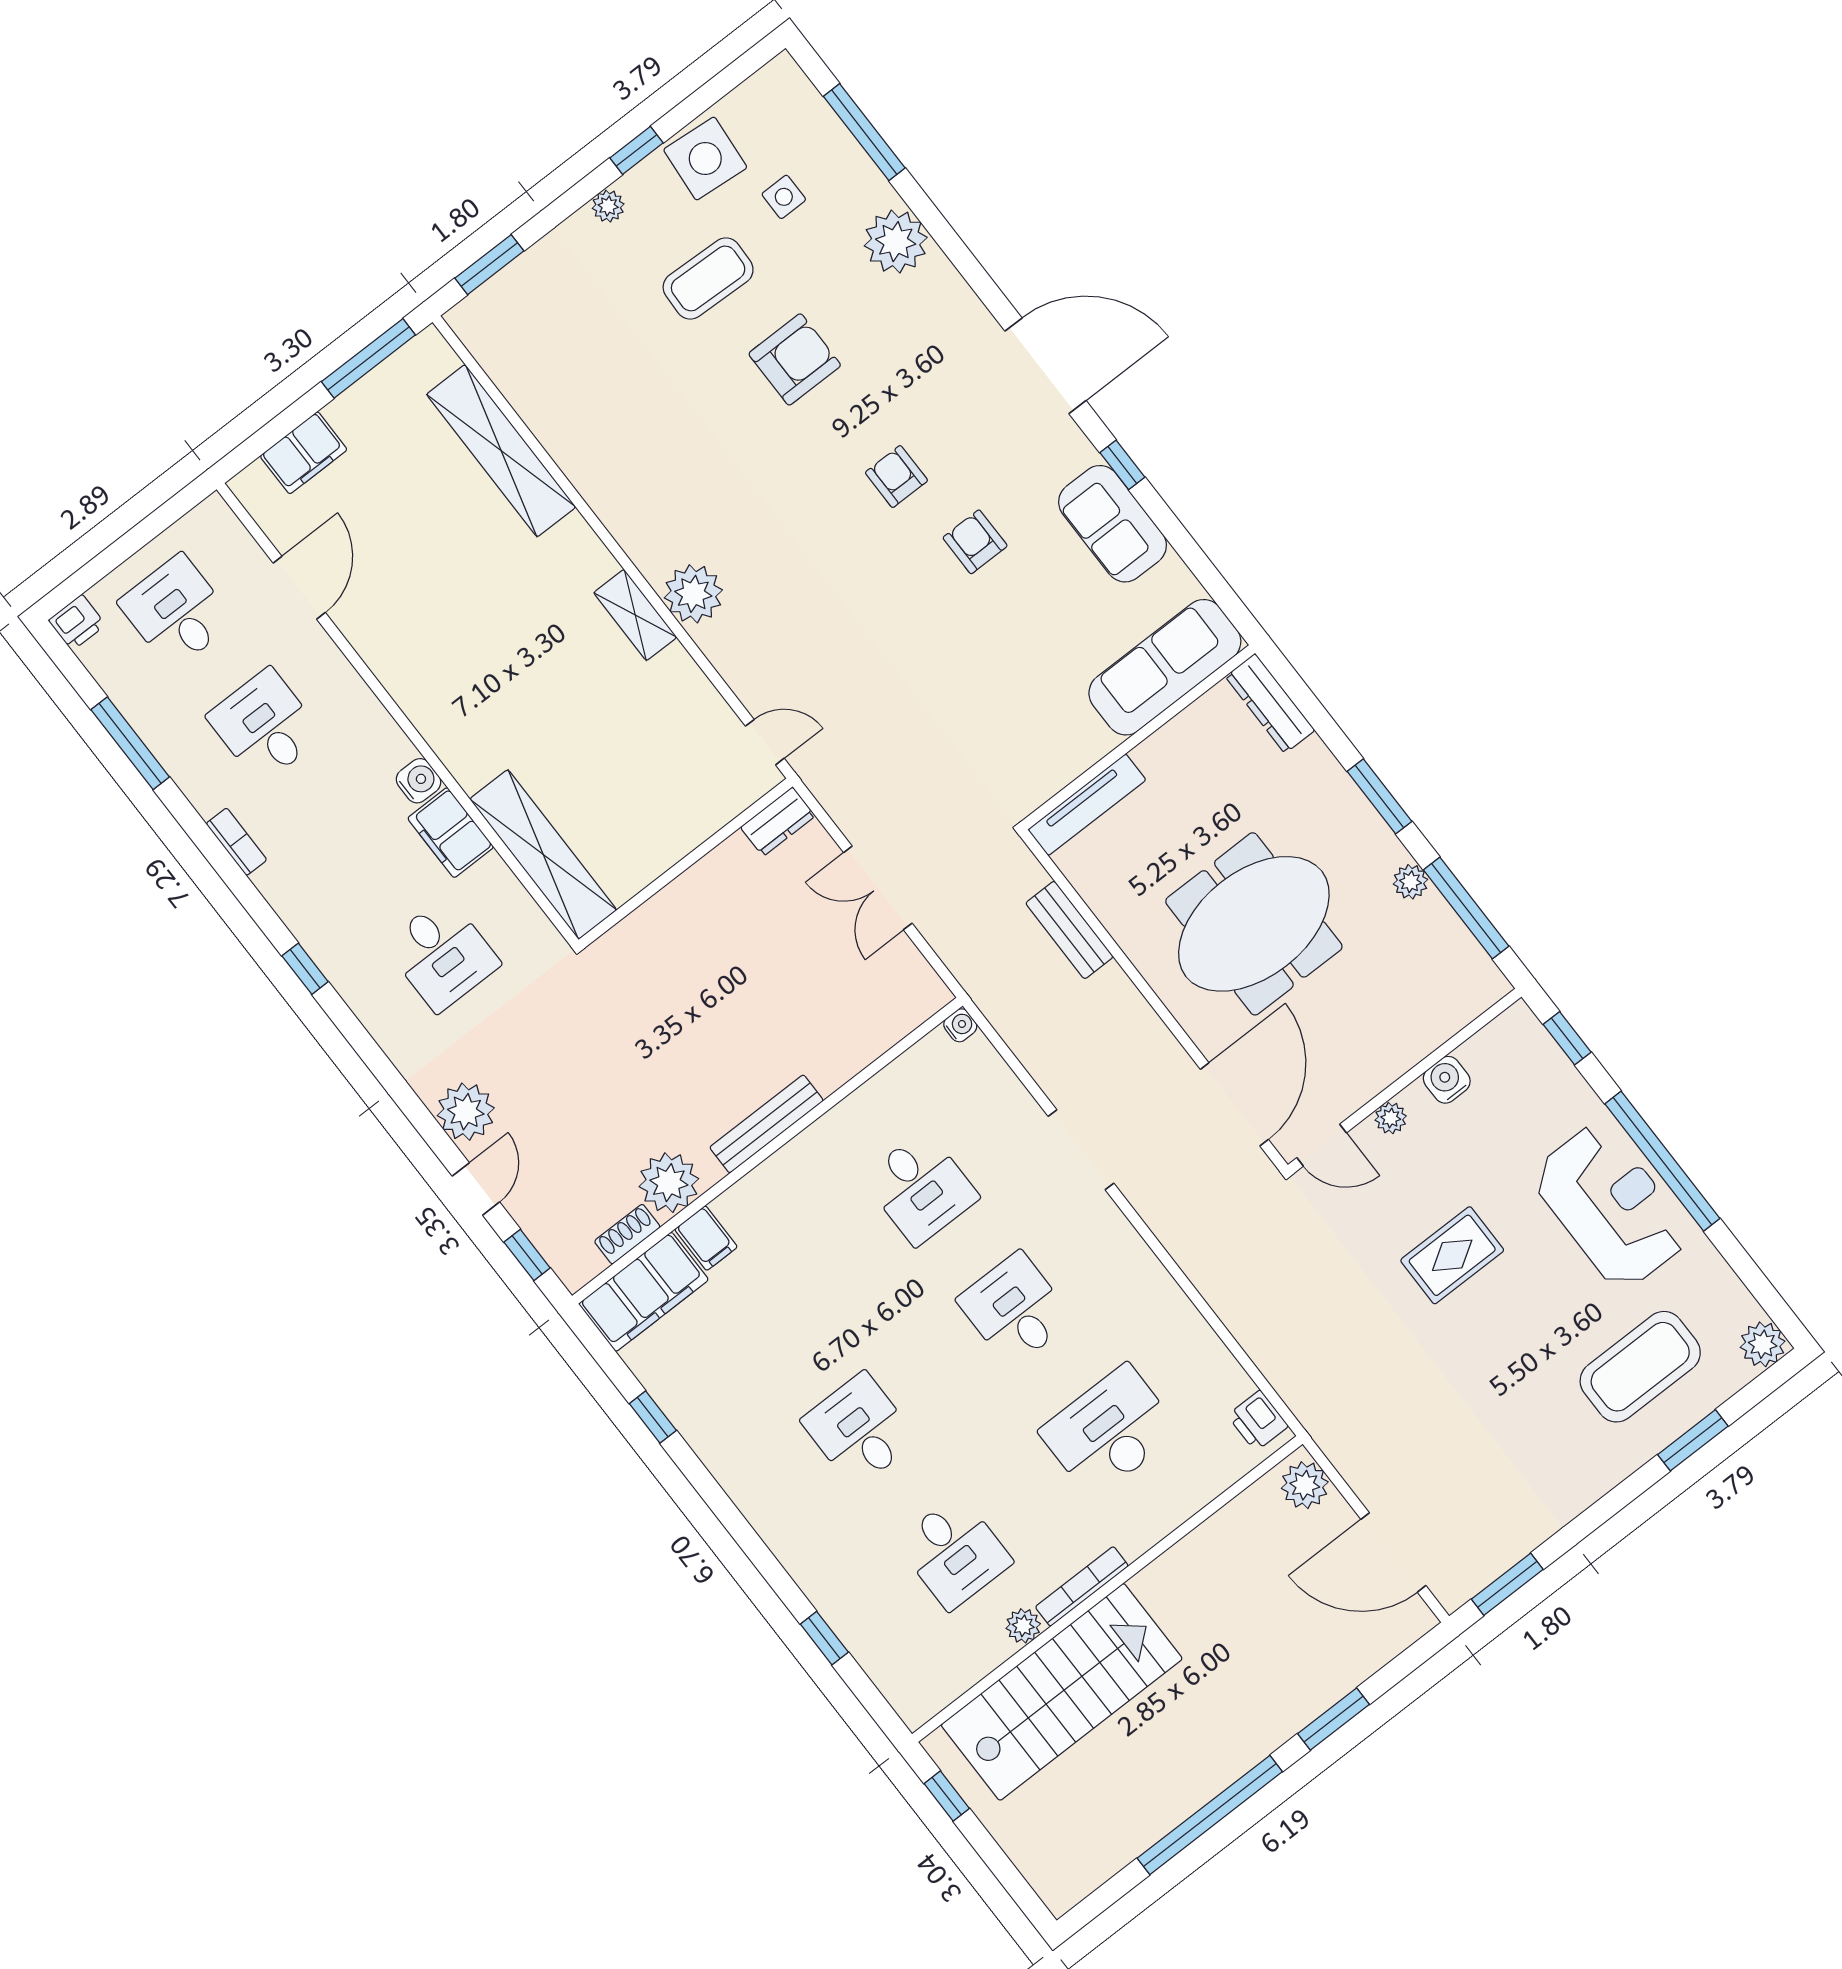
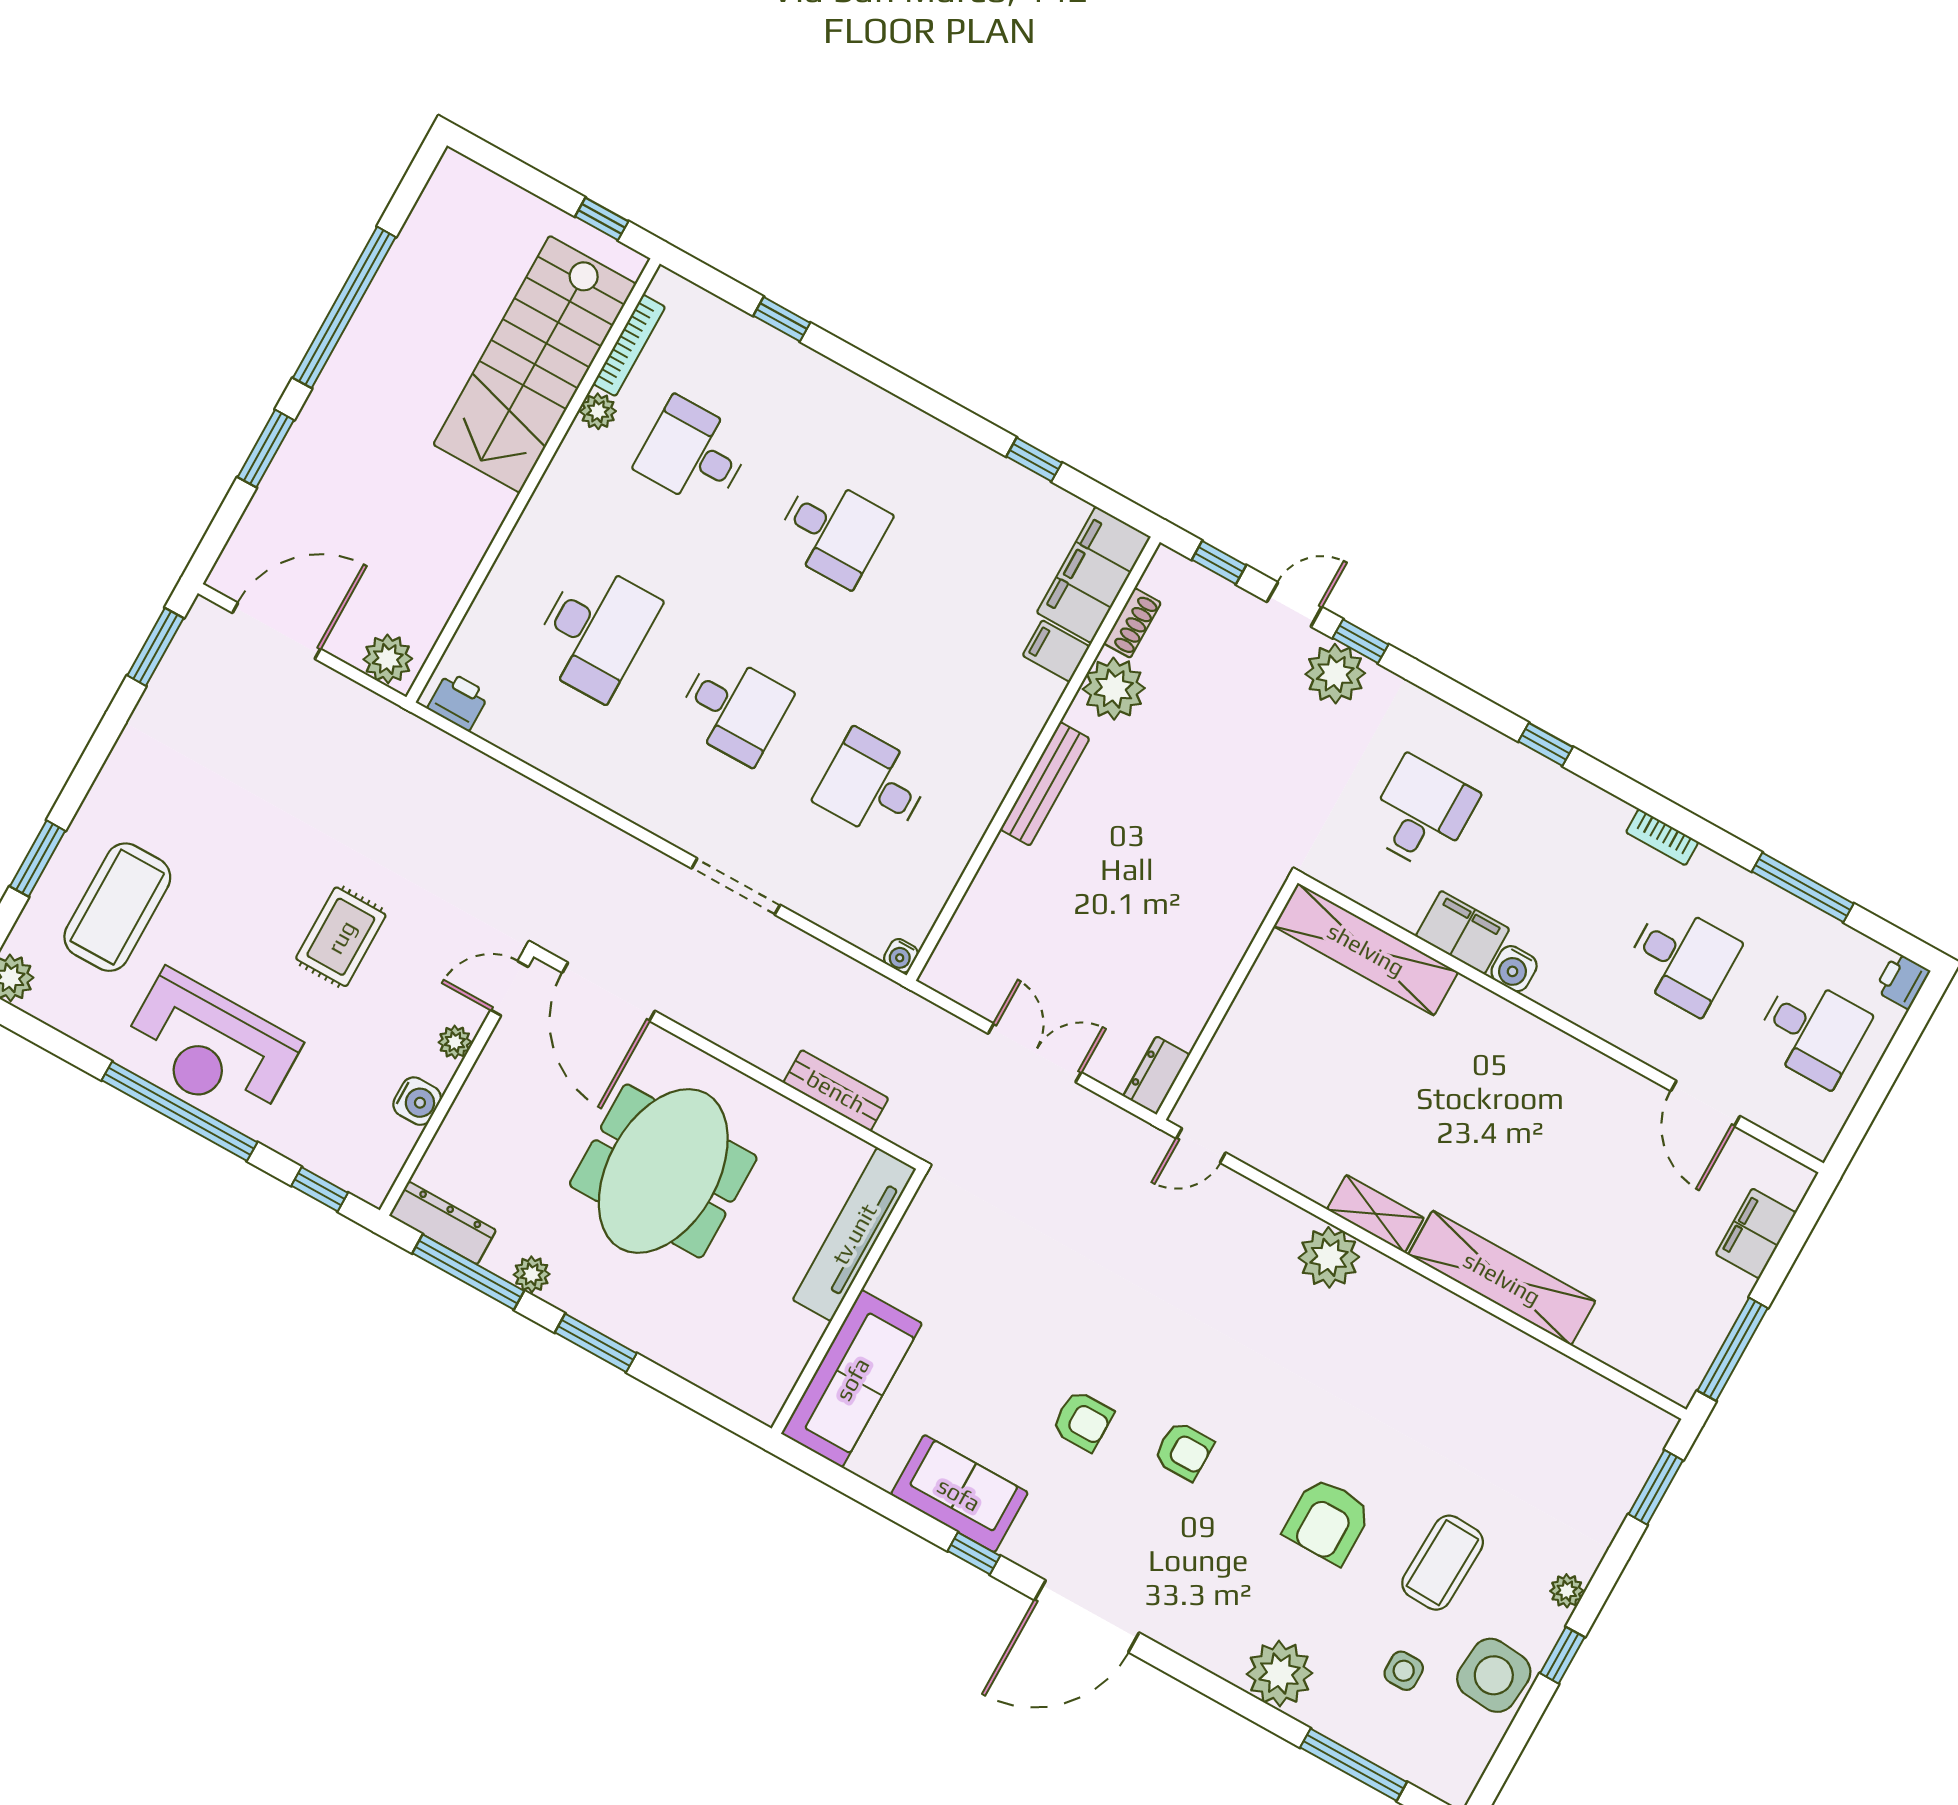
shelving: (501, 451) -> (1502, 1278), moved
dresser: (1270, 703) -> (443, 1223), moved
tv unit: (1087, 805) -> (854, 1234), width x1.36, depth x1.29
desk: (442, 954) -> (1422, 814), turned 90
window: (431, 1131) -> (1361, 641), added
door: (476, 1189) -> (1294, 604), swing flipped
bookcase: (1082, 1586) -> (629, 345), moved

